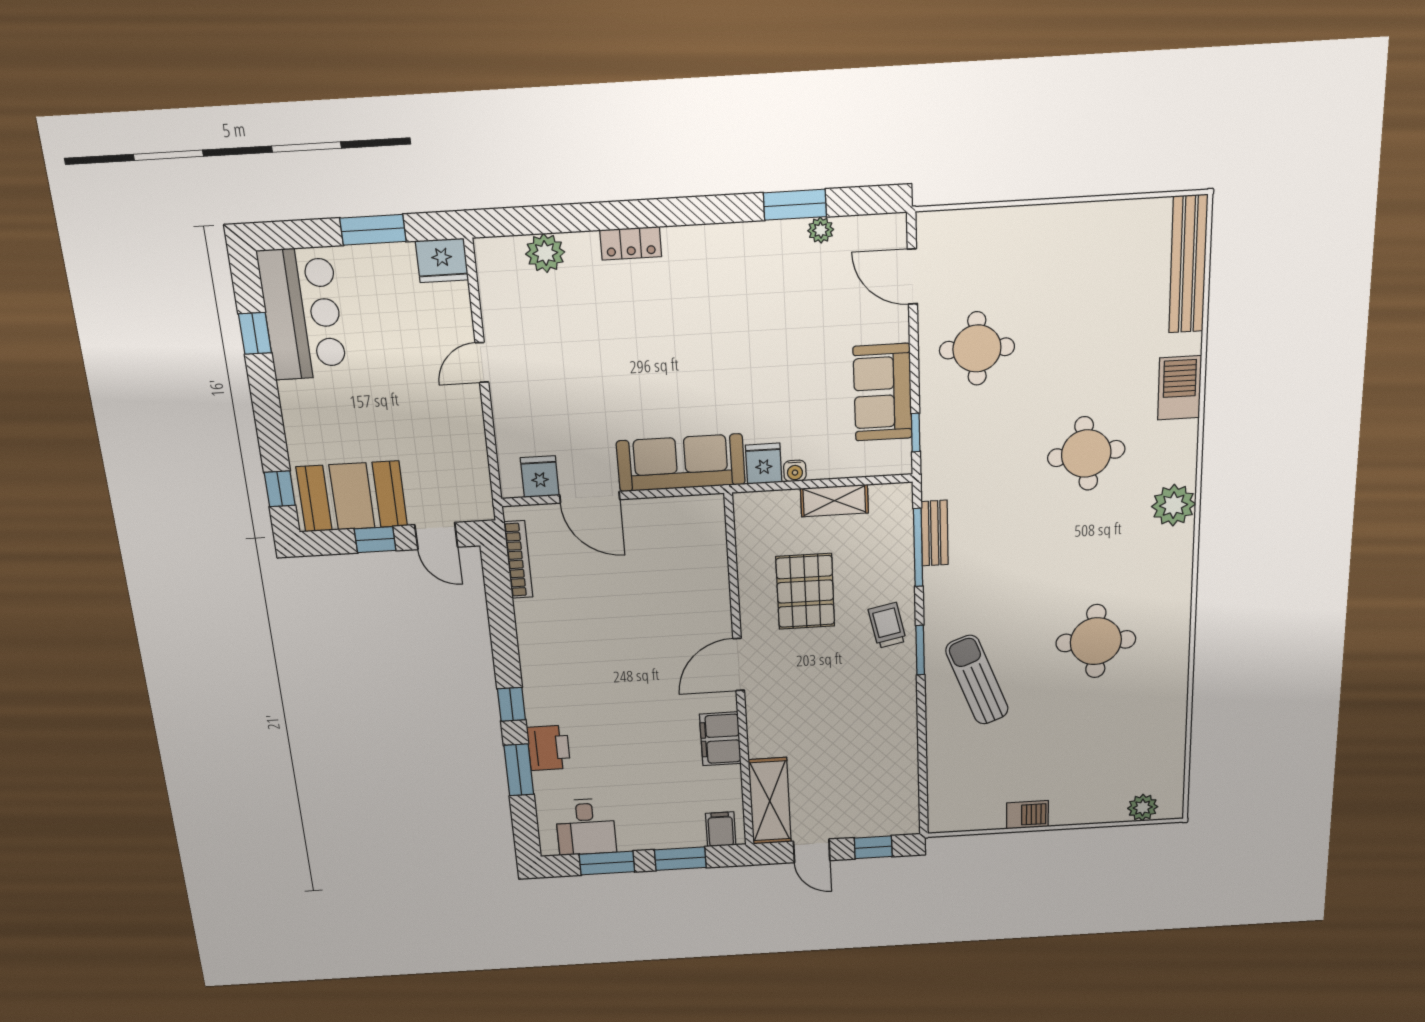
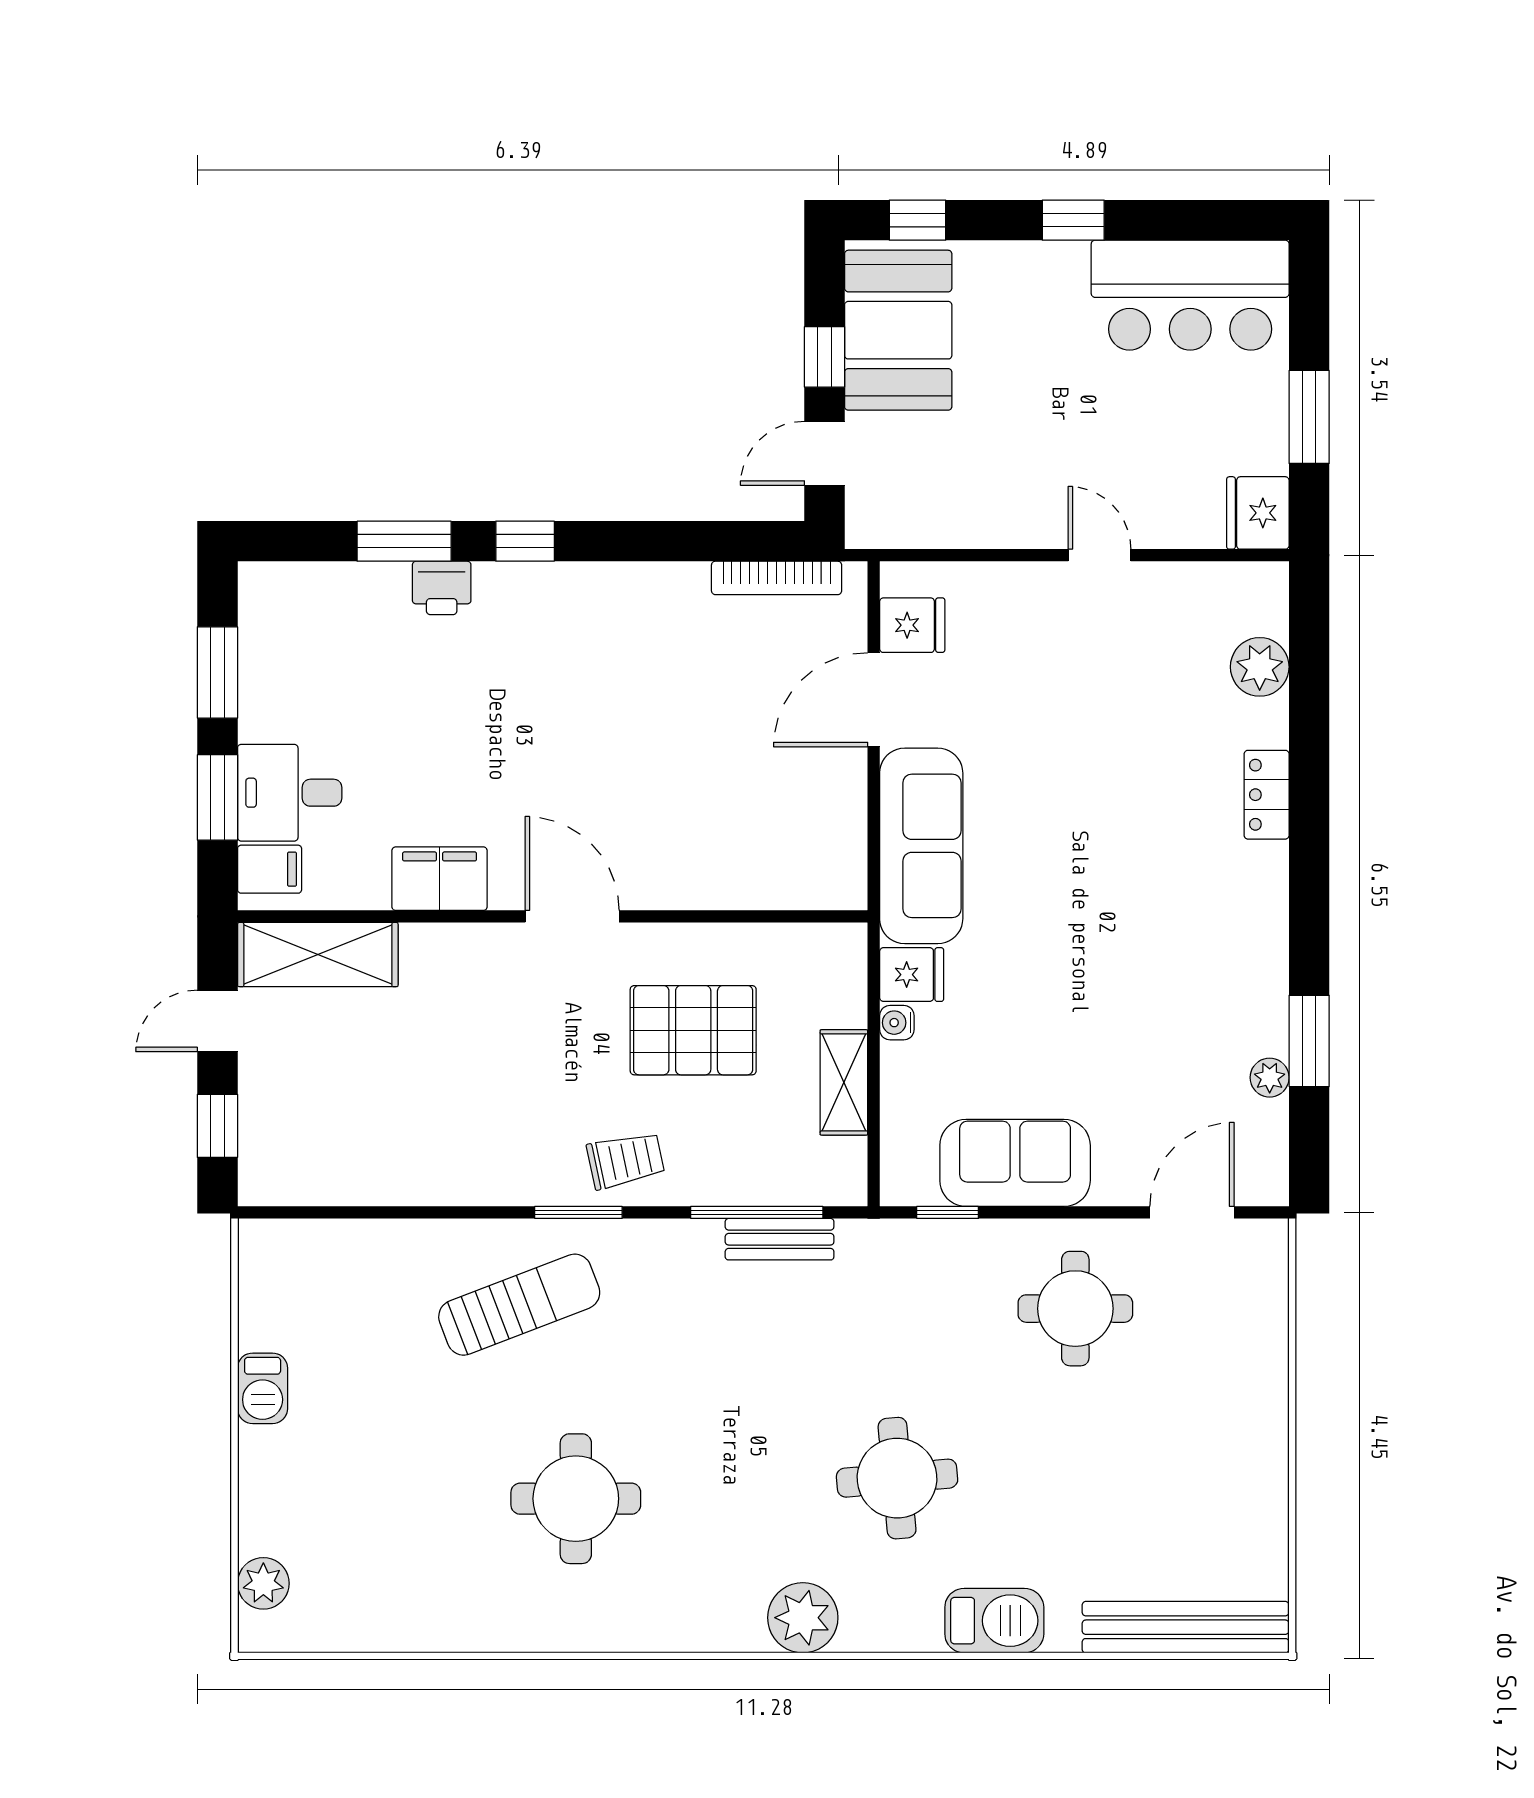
window: (255, 333) -> (1073, 220), moved
printer: (549, 748) -> (442, 588), width x0.73, depth x0.81
desk: (586, 827) -> (290, 793), moved

